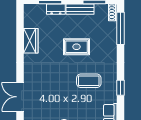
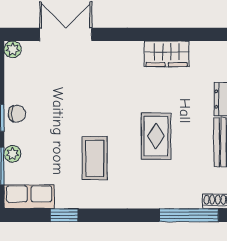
window: (120, 88) -> (64, 215), moved

